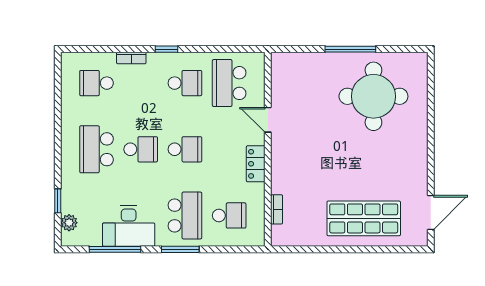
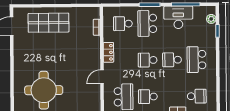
door: (268, 120) -> (102, 77), swing flipped
school desk: (96, 149) -> (196, 60), turned 180

